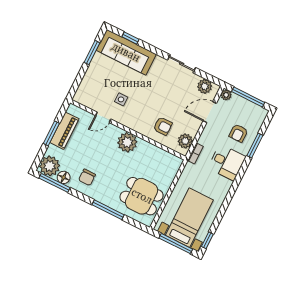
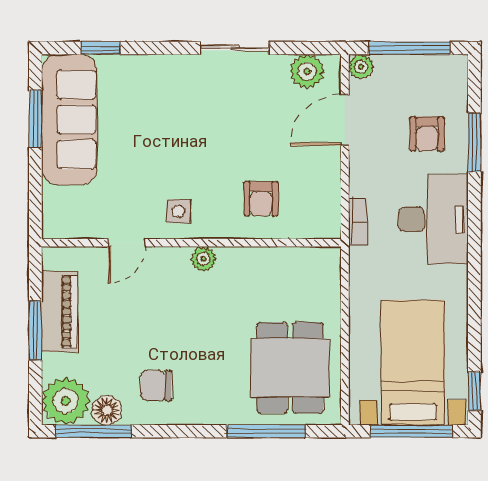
sofa: (126, 52) -> (69, 120), moved, turned -90
side table: (121, 99) -> (179, 211), moved
armchair: (163, 126) -> (261, 199), turned 90
plant: (185, 141) -> (324, 206), removed
plant: (127, 142) -> (204, 259), width x0.53, depth x0.53
desk: (227, 162) -> (433, 219), width x1.37
chair: (87, 177) -> (156, 386), turned 90
dining table: (142, 196) -> (290, 368), turned 90
window: (108, 210) -> (266, 431), moved

